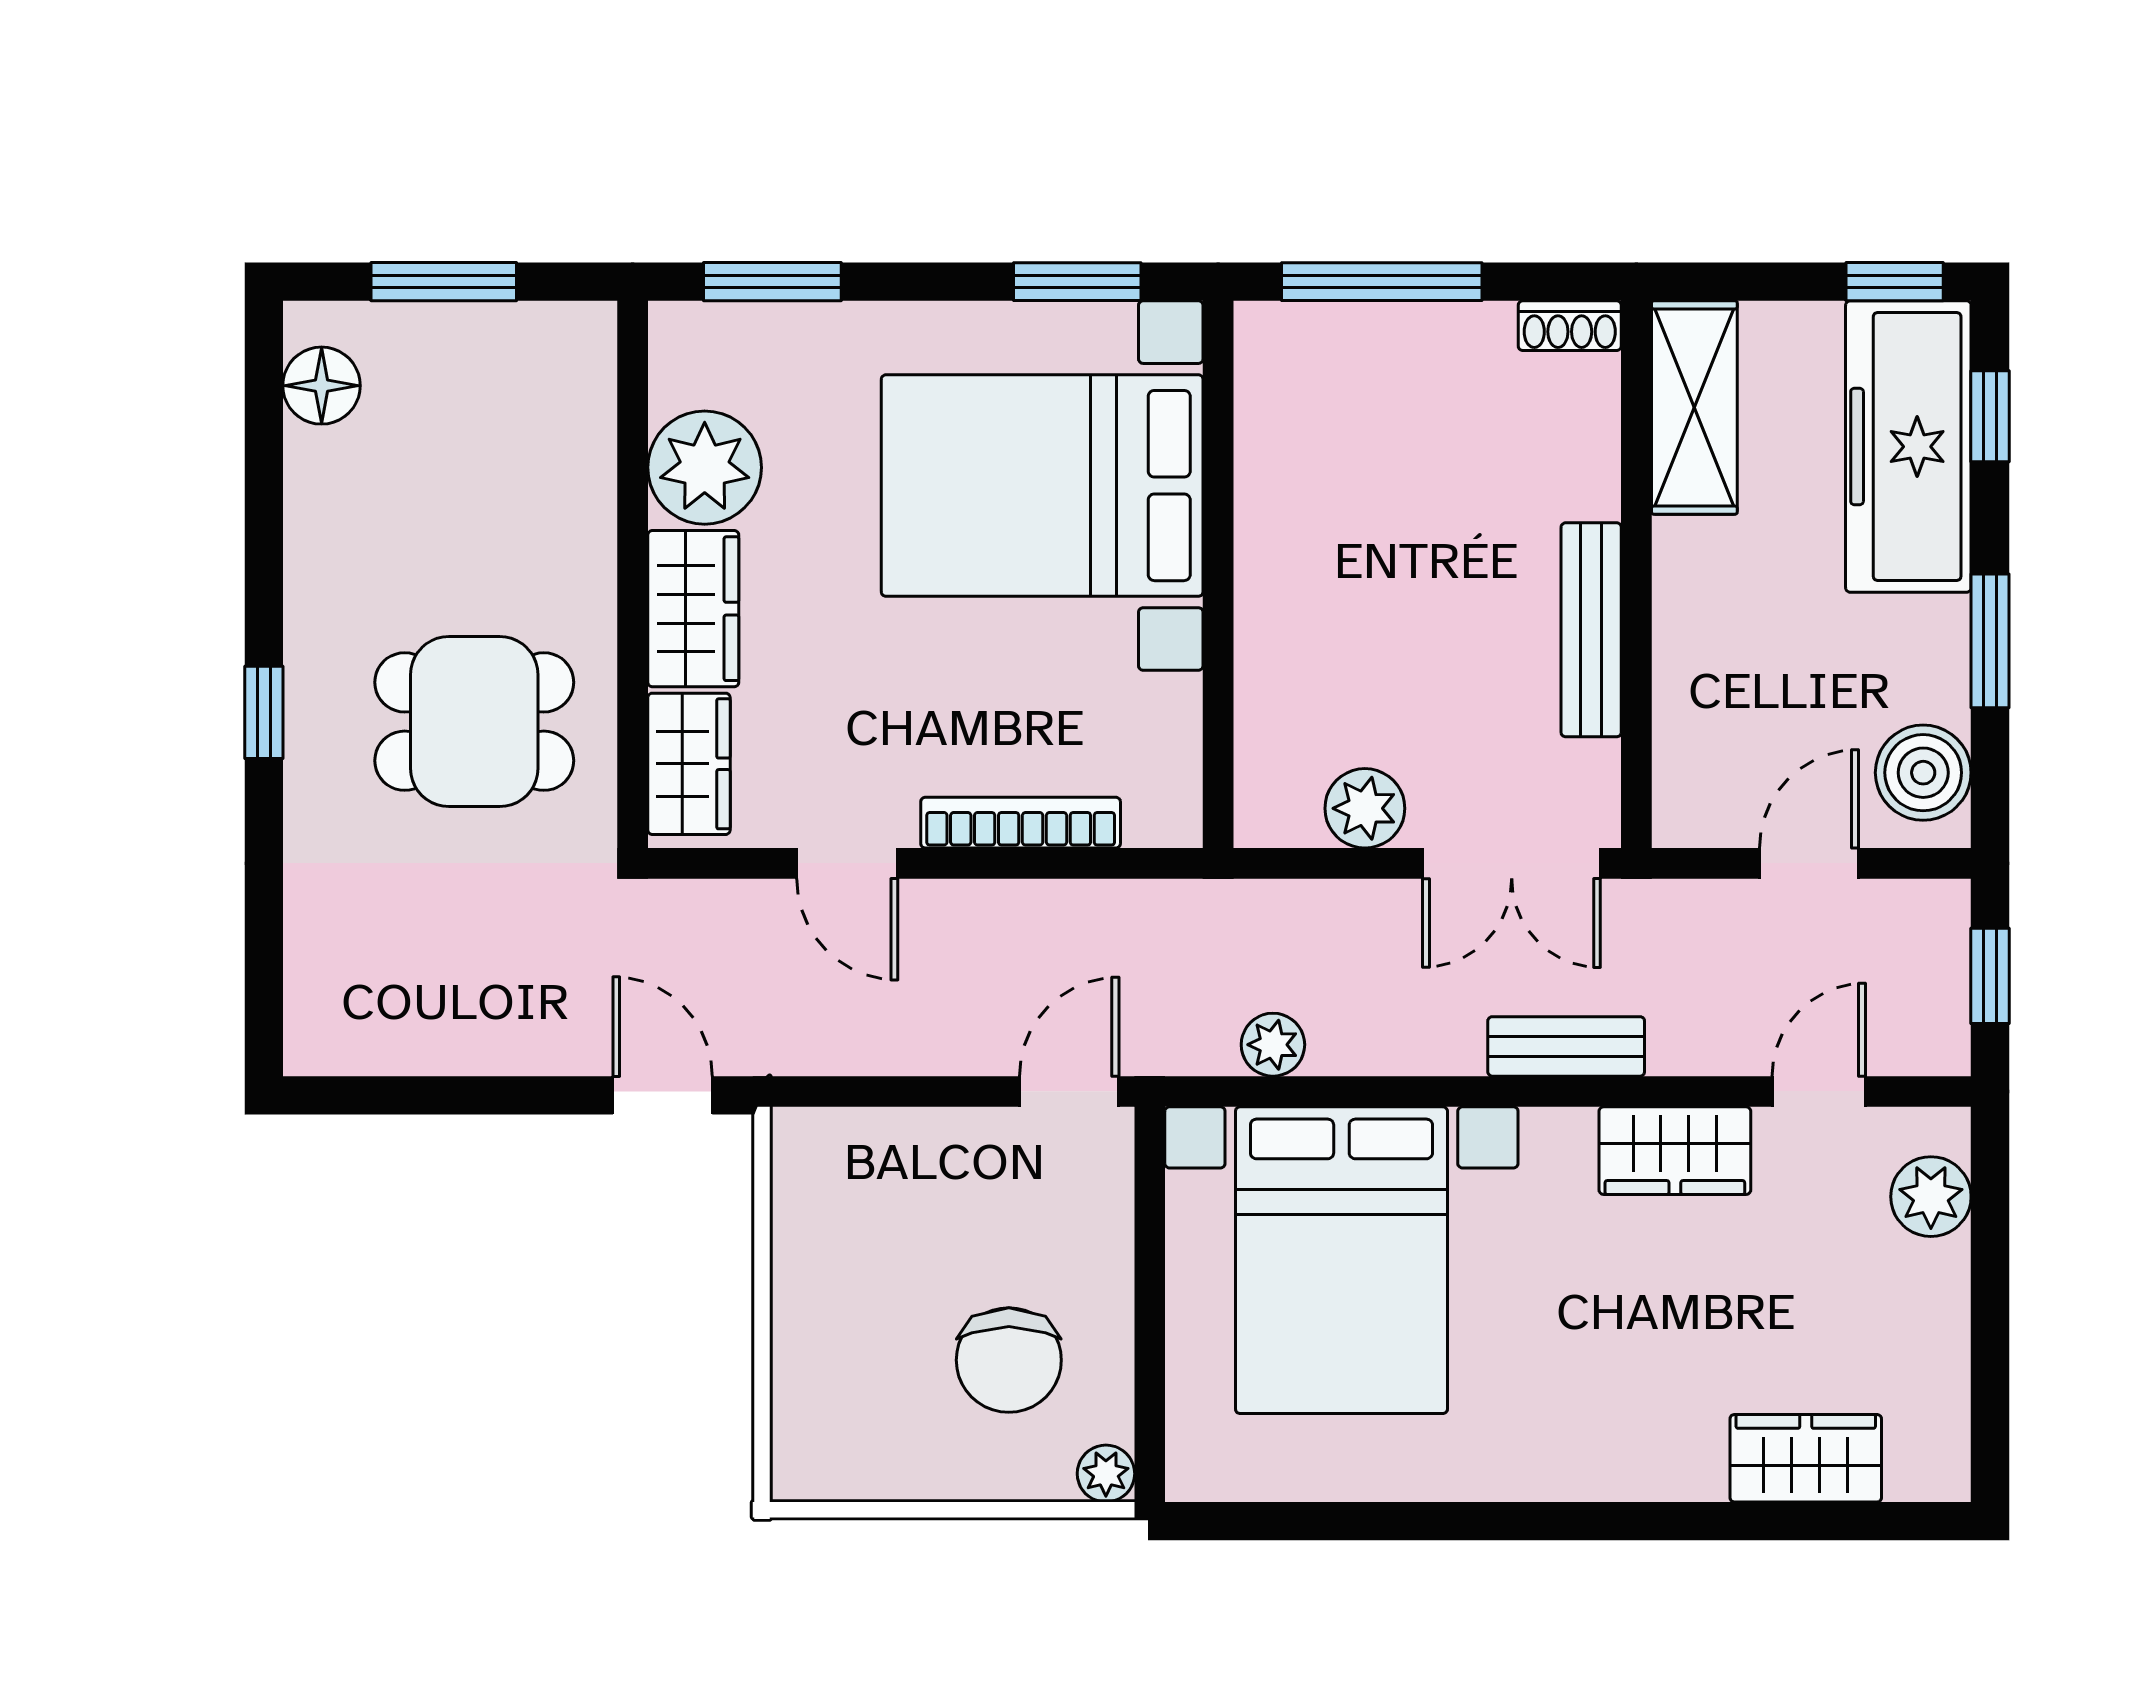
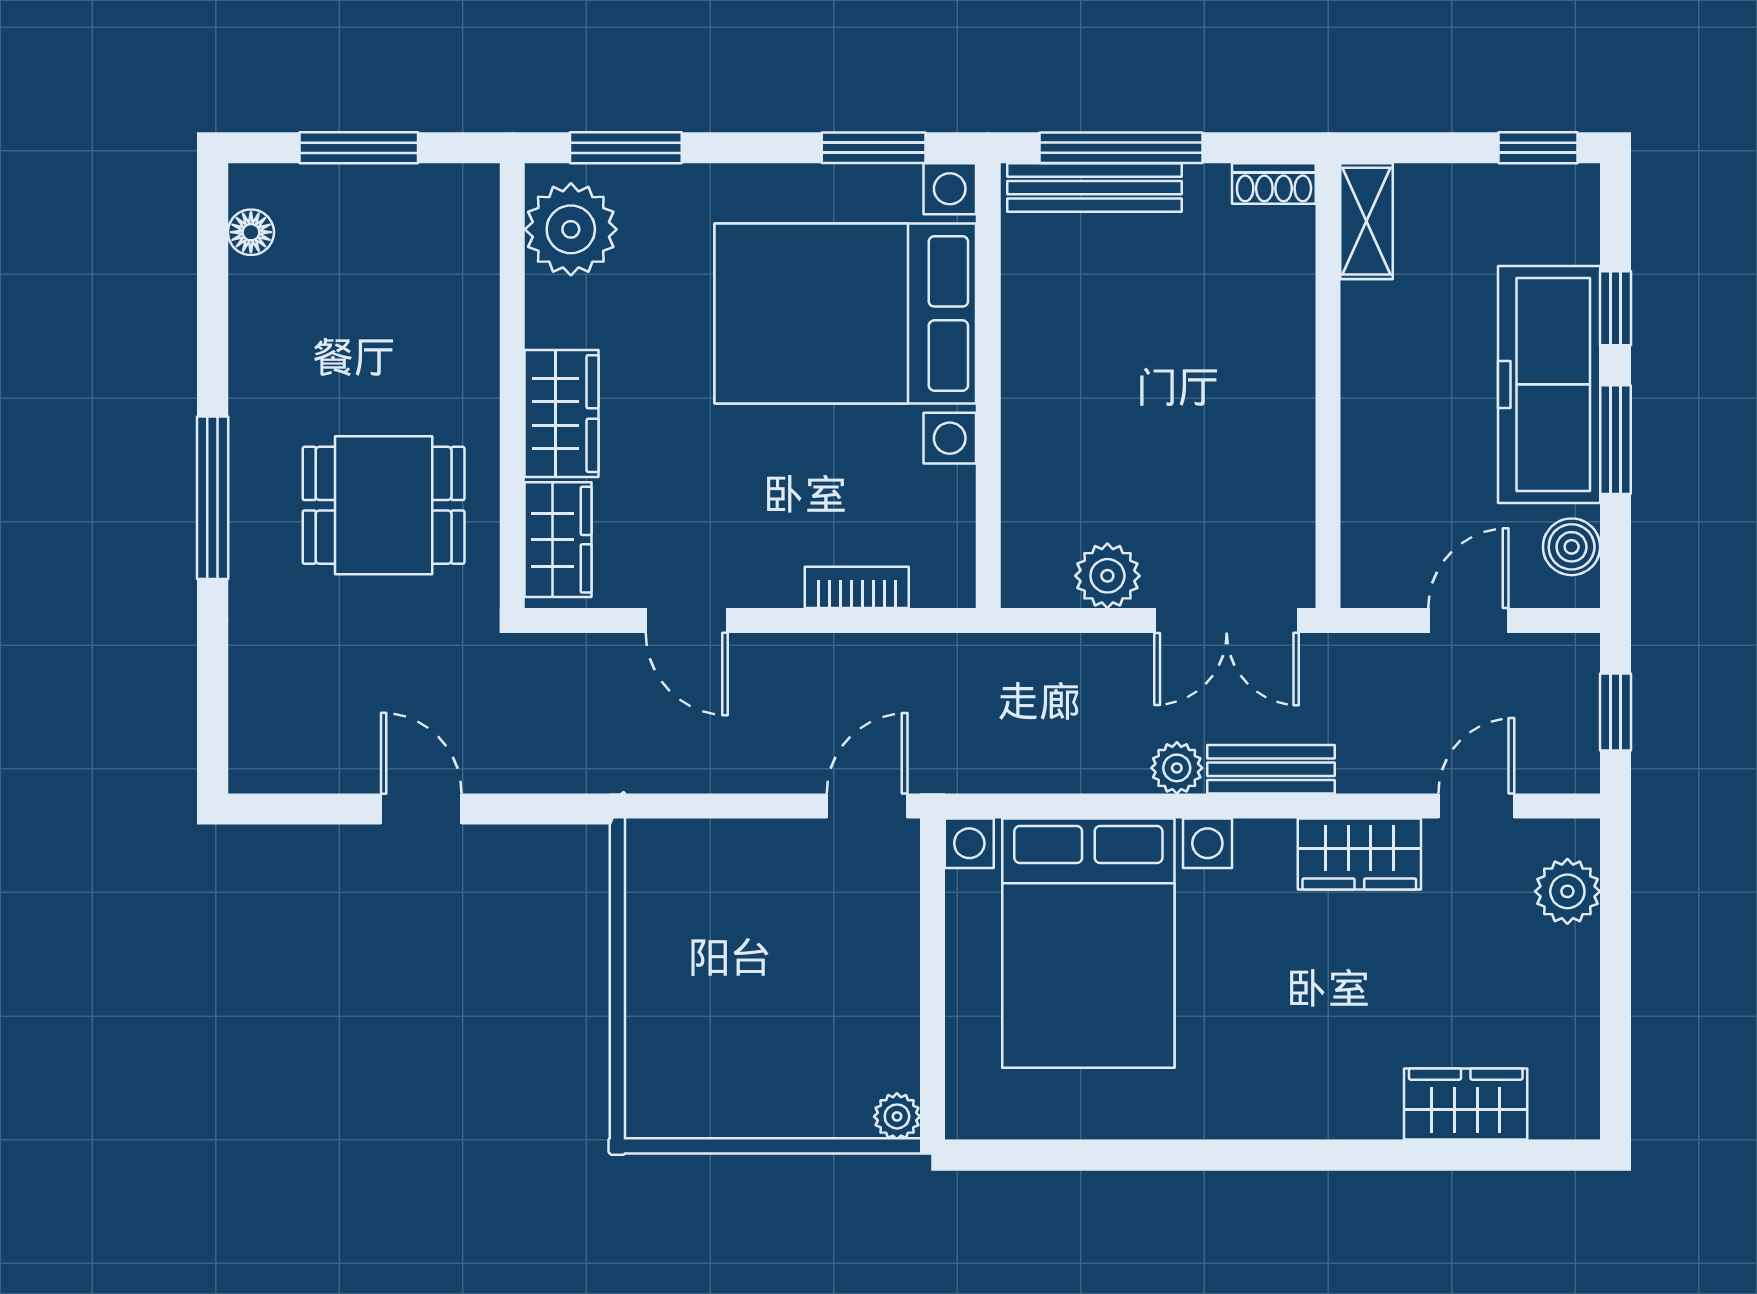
floor lamp: (322, 386) -> (251, 232), width x0.73, depth x0.73
shelving: (1694, 408) -> (1367, 221), width x0.67, depth x0.75
window: (1990, 416) -> (1615, 308), moved
freezer: (1908, 447) -> (1549, 384), moved
plant: (705, 468) -> (571, 229), moved
bench: (1591, 630) -> (1094, 188), moved, turned 90
window: (264, 712) -> (213, 498), width x2.17
boiler: (1923, 773) -> (1572, 547), width x0.73, depth x0.73
bookcase: (1021, 823) -> (857, 587), width x0.64
plant: (1273, 1045) -> (1177, 768), moved
door: (663, 1095) -> (421, 809), moved
chair: (1009, 1360) -> (818, 1024), removed

